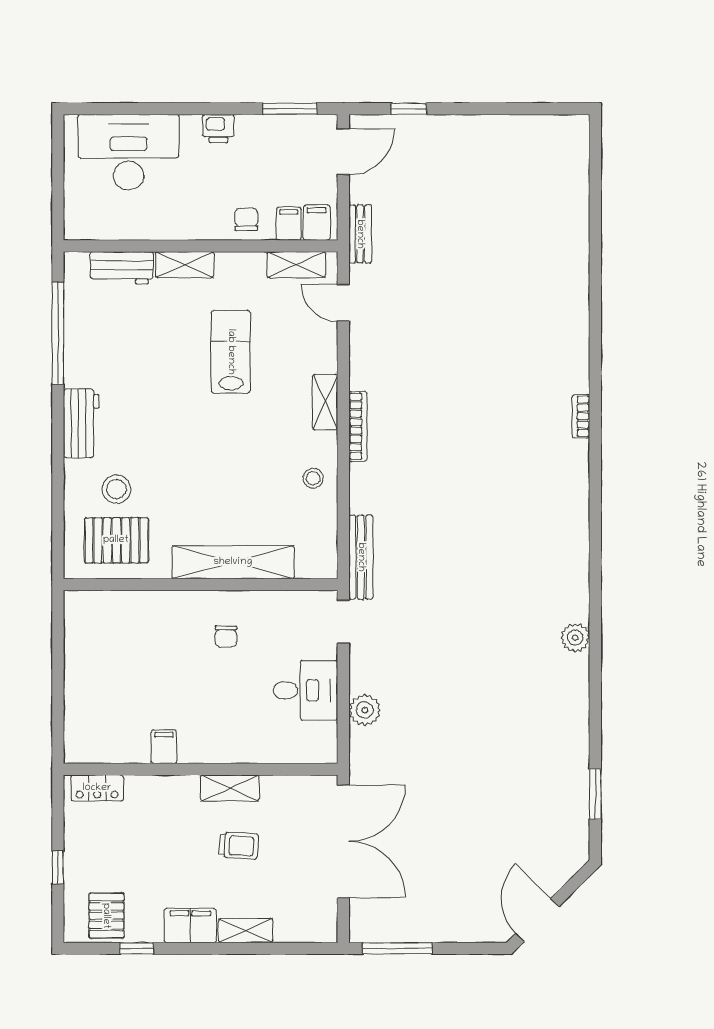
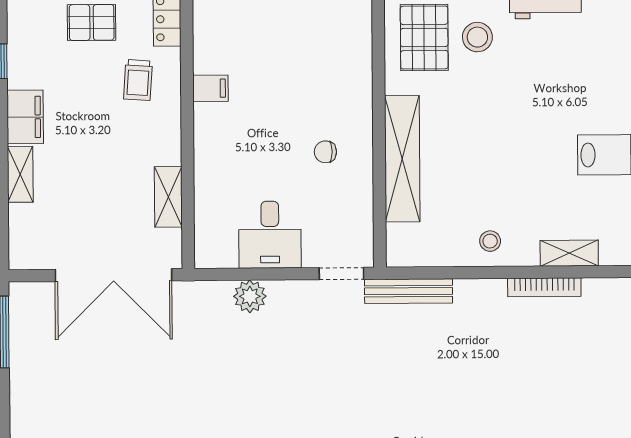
shelving: (230, 788) -> (168, 197), moved
trolley: (239, 846) -> (138, 80), moved
pallet: (106, 916) -> (92, 22), moved

